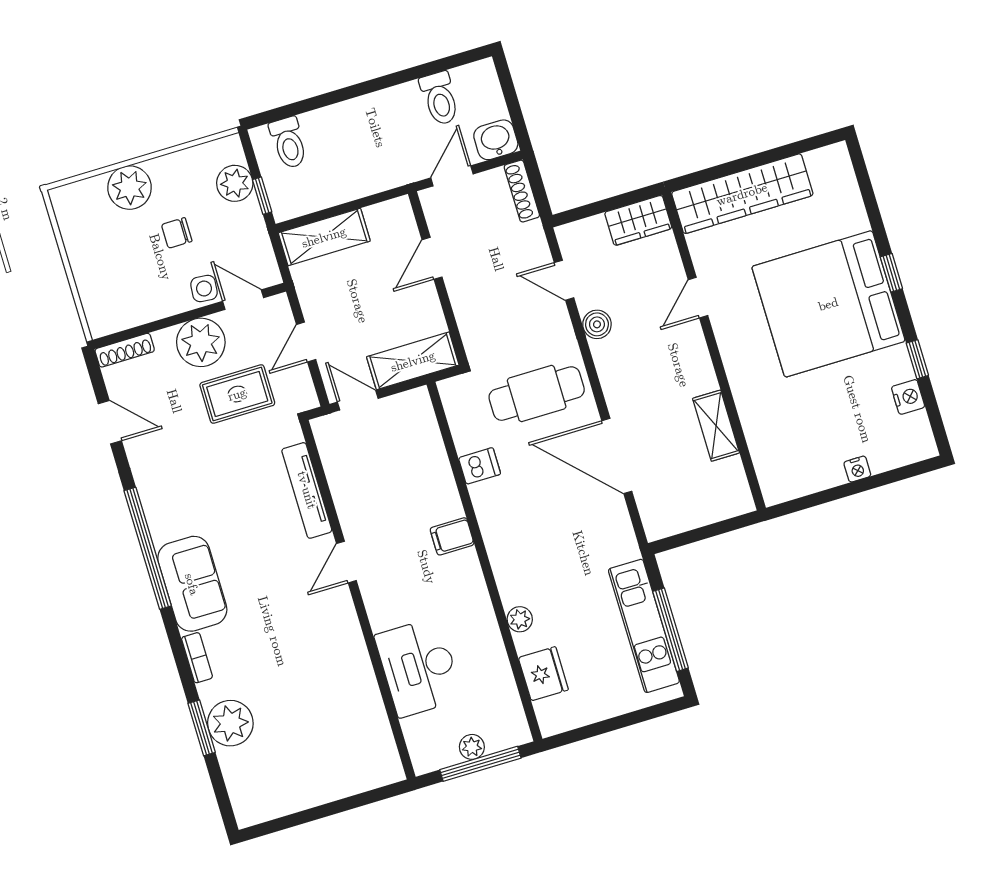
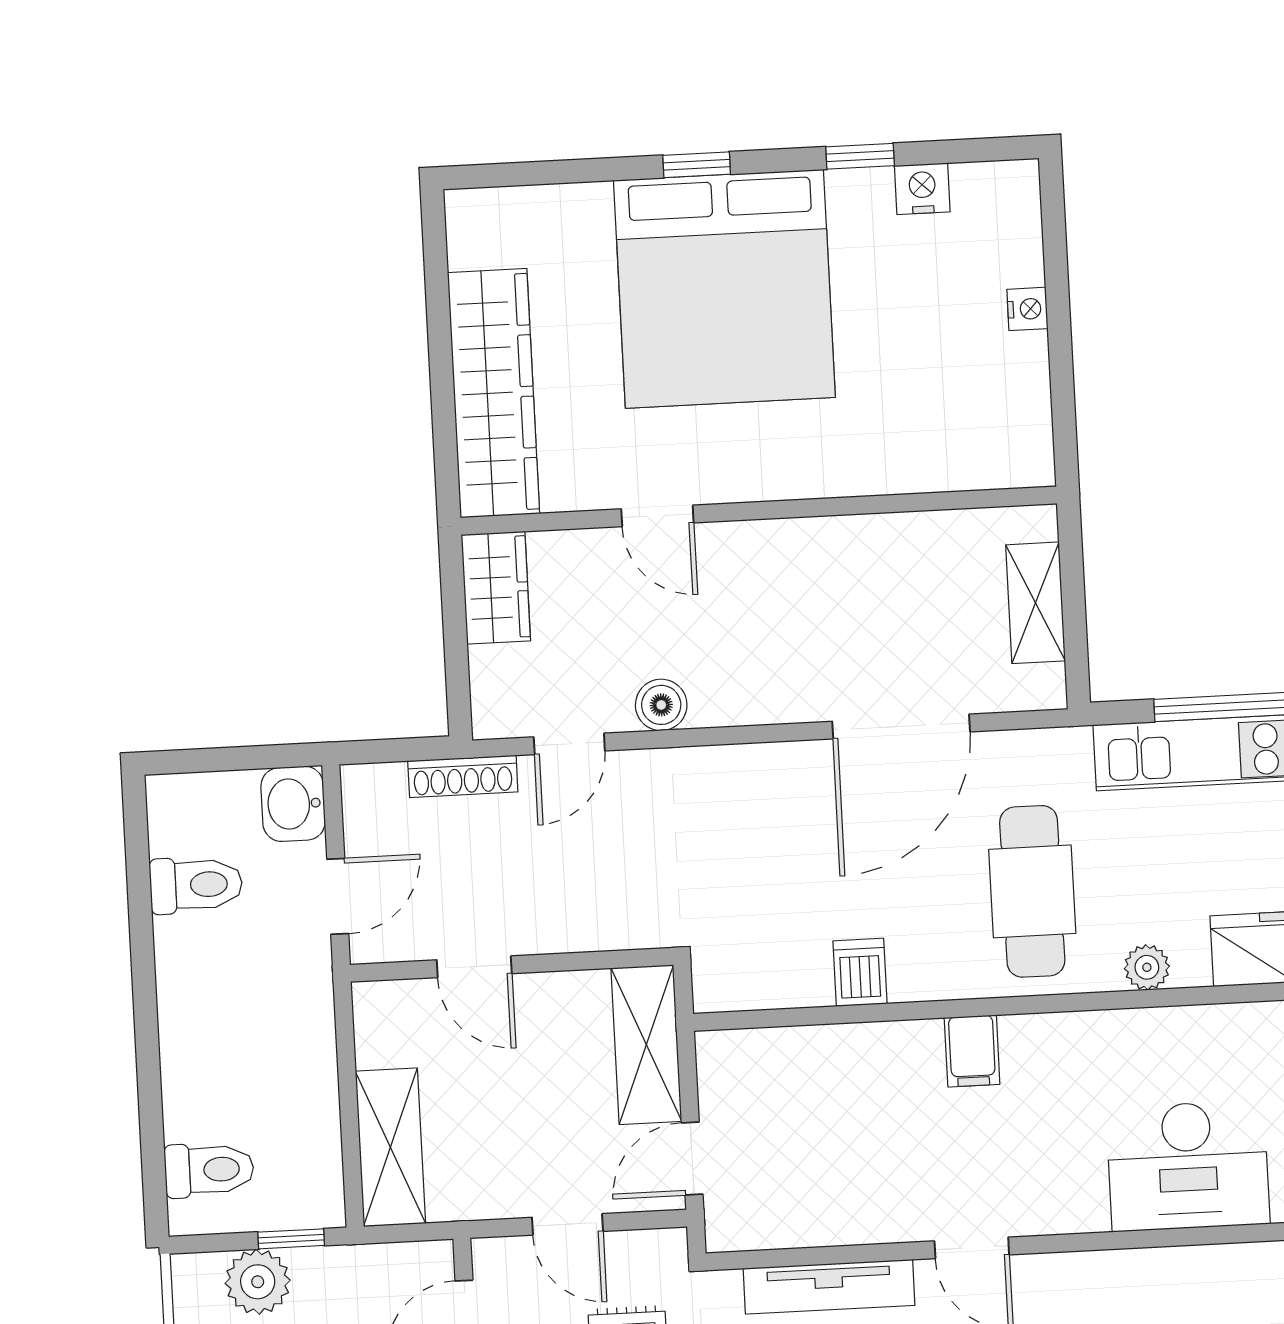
door: (452, 176) -> (338, 896), swing flipped
shoe rack: (522, 191) -> (463, 776), moved
cafe table: (537, 394) -> (1032, 891), moved
shelving: (716, 426) -> (1036, 603), moved, turned 90

